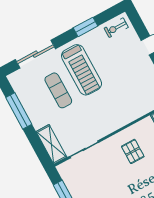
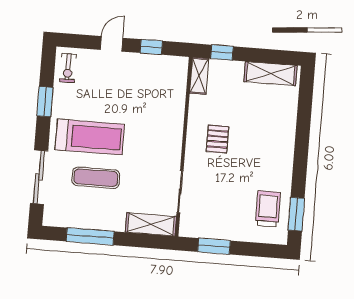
pallet: (133, 151) -> (217, 139), turned 90

